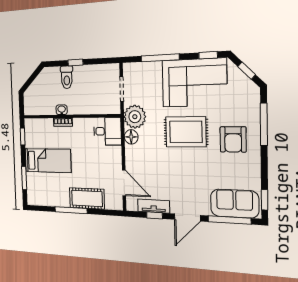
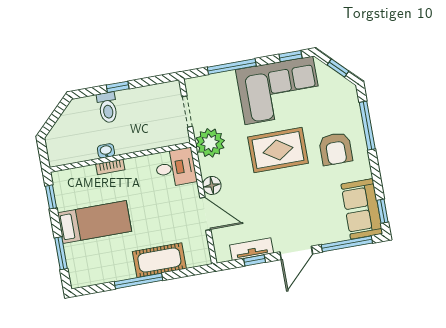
floor lamp: (131, 137) -> (212, 185), moved
door: (124, 183) -> (205, 214), moved
sofa: (235, 204) -> (362, 209), moved, turned -90

